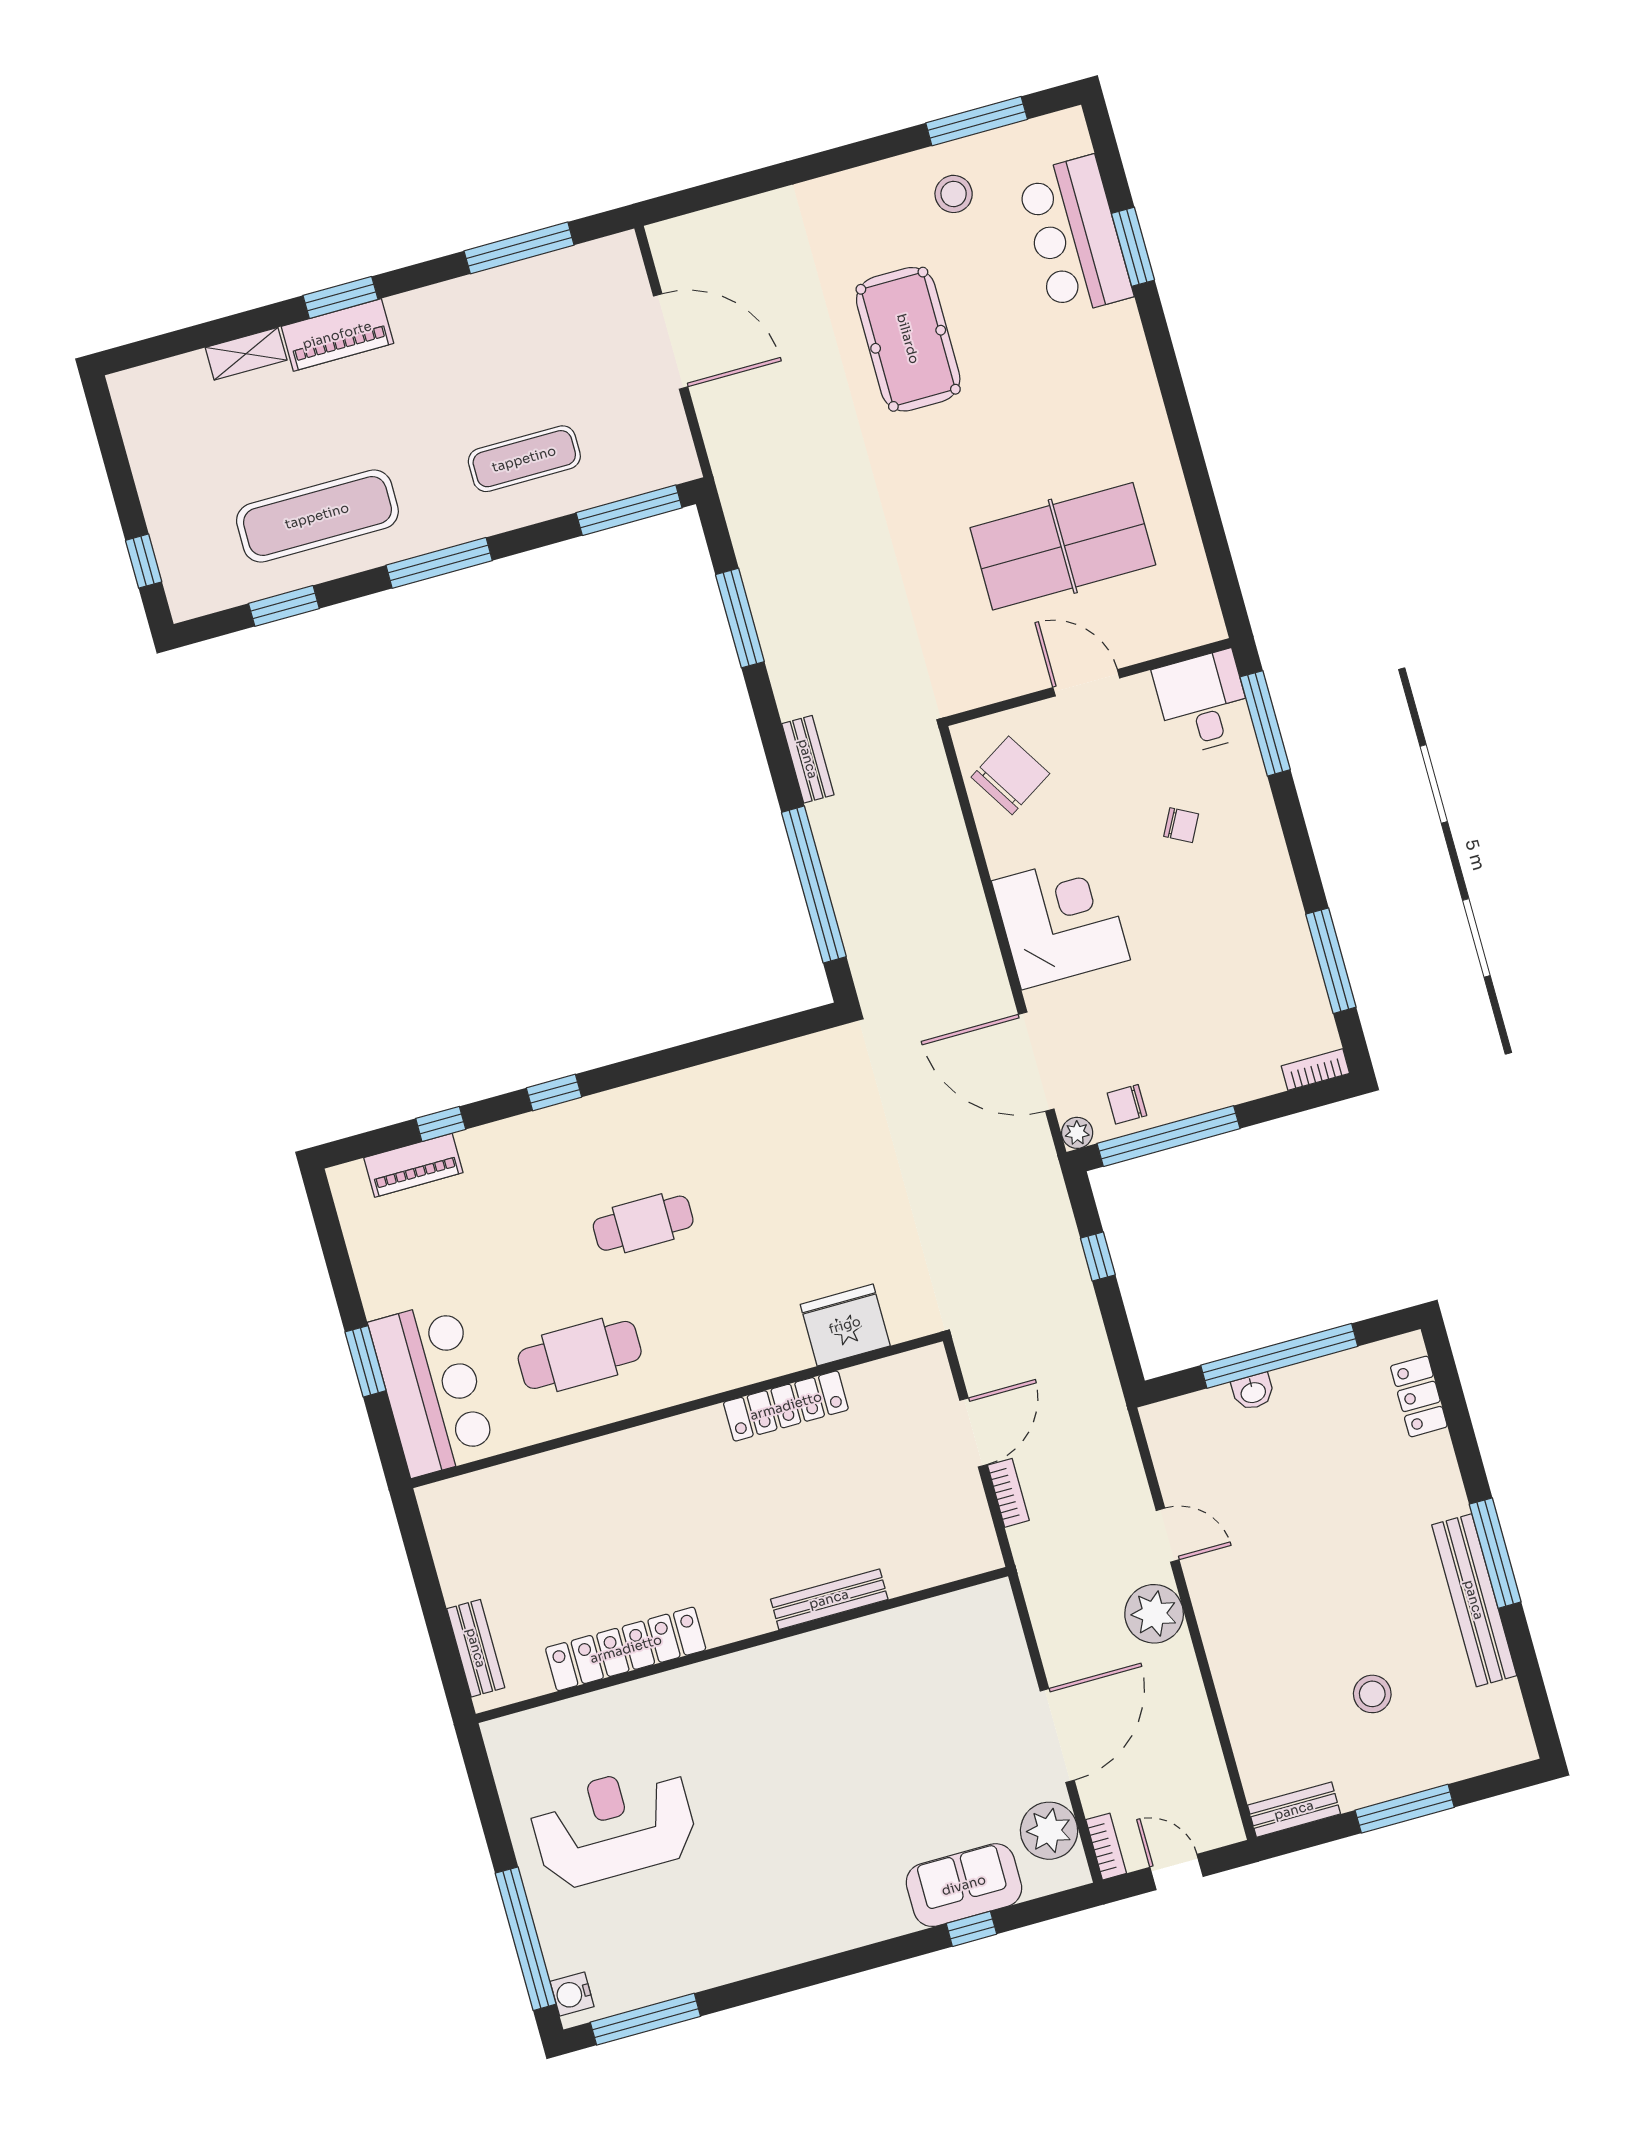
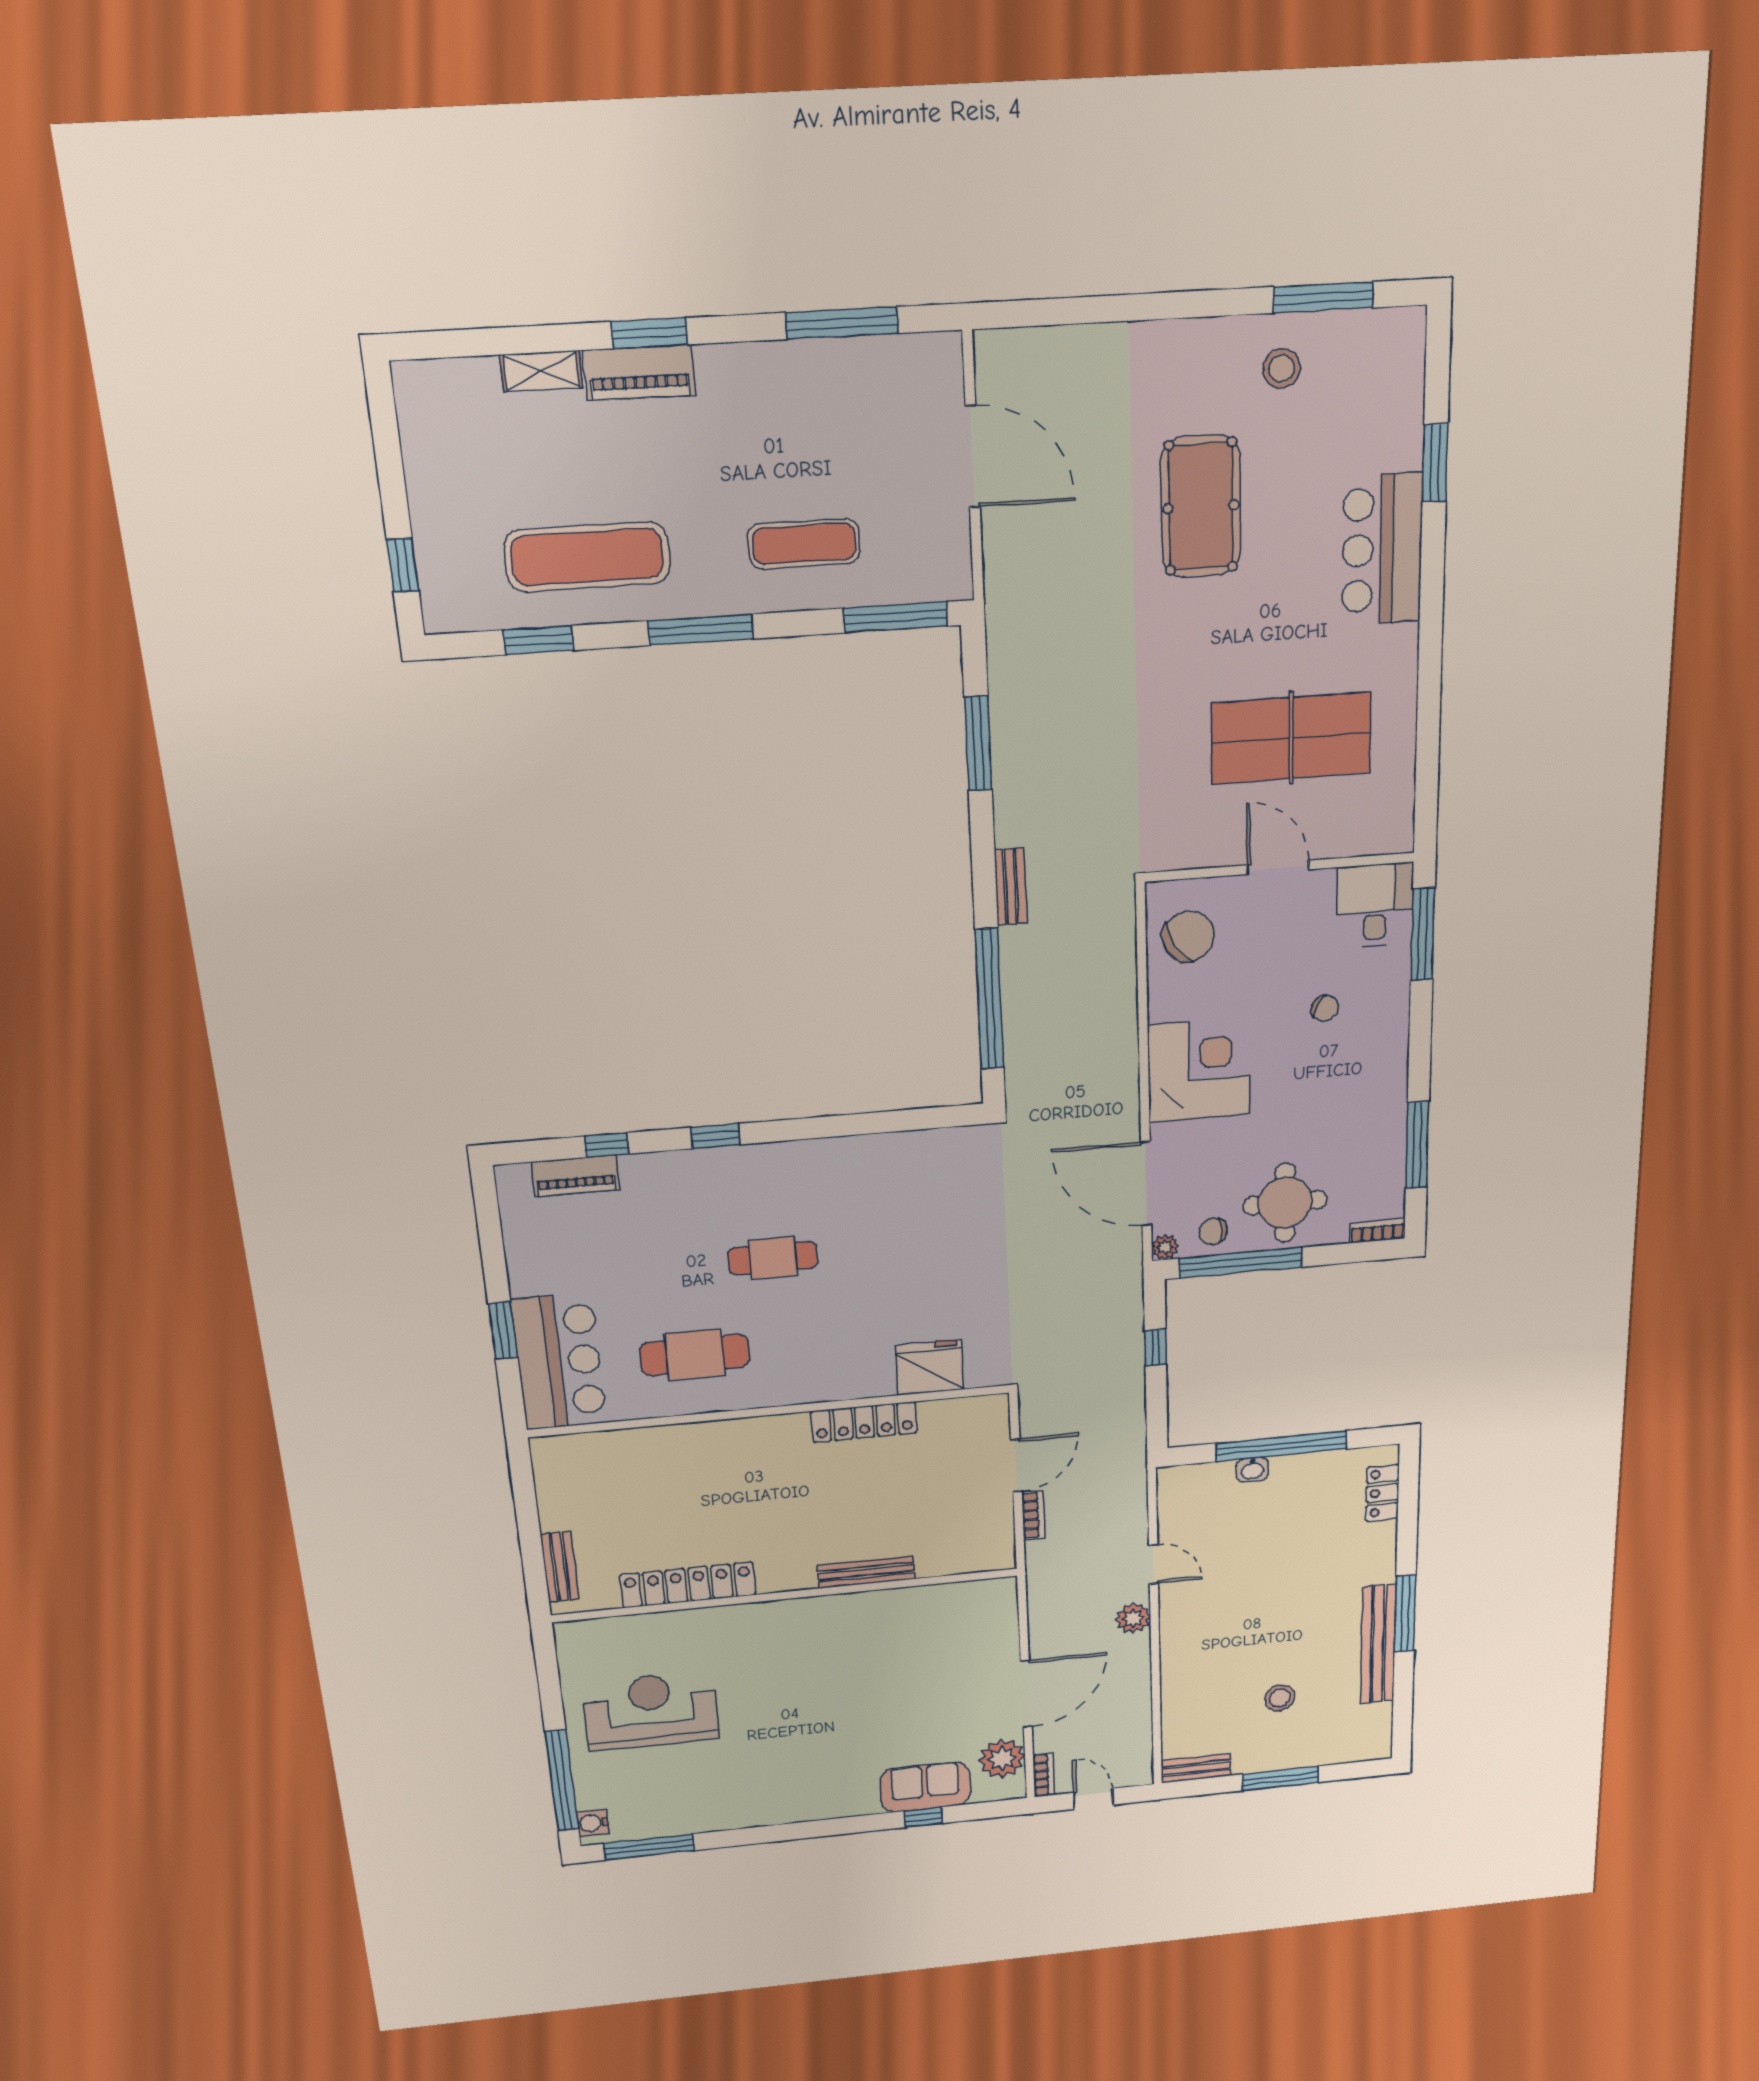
bar counter: (1075, 236) -> (1382, 549), moved
round table: (1199, 1056) -> (1285, 1203), added
plant: (1154, 1614) -> (1133, 1618), width x0.73, depth x0.73

